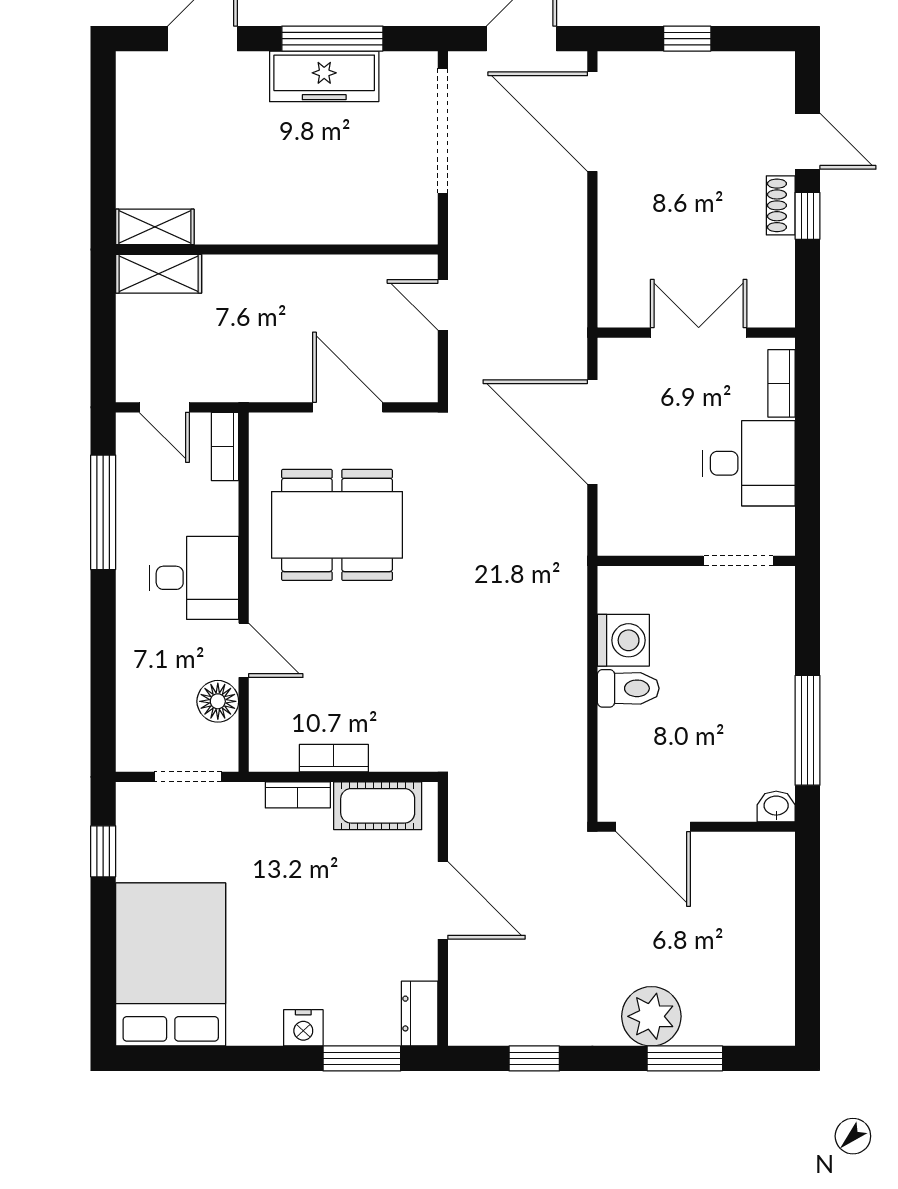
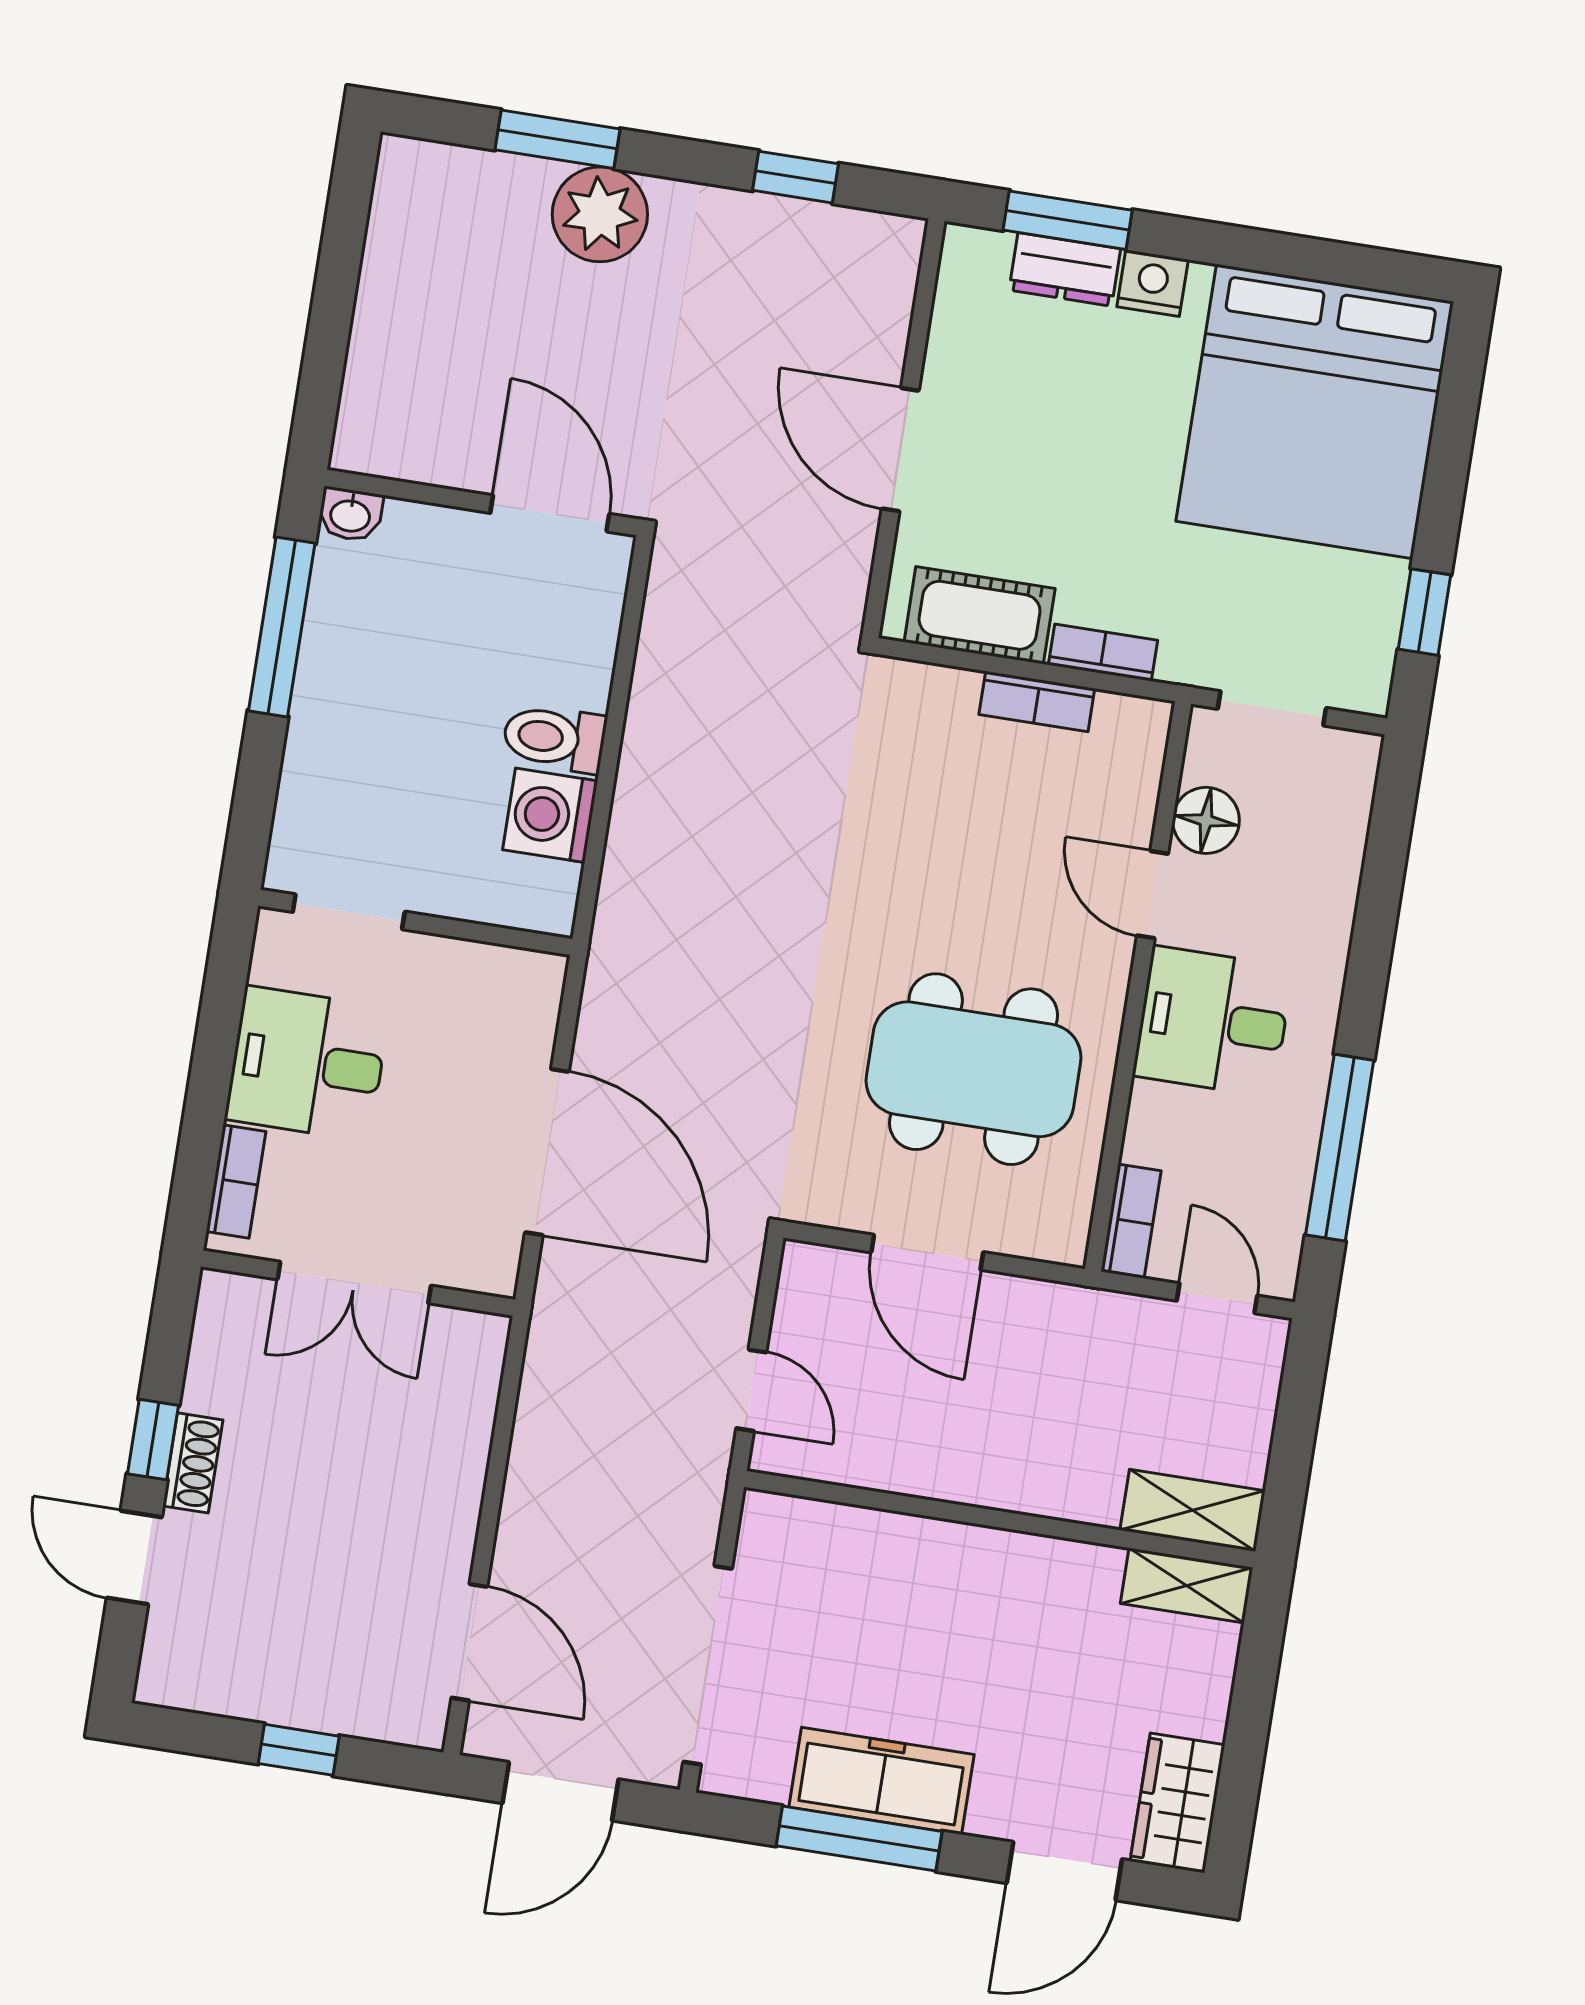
wardrobe: (139, 92) -> (1178, 1803), added
door: (592, 122) -> (469, 1642), width x0.73
bed: (171, 964) -> (1315, 411), width x1.36
dresser: (420, 1014) -> (1065, 269), moved, turned 90

